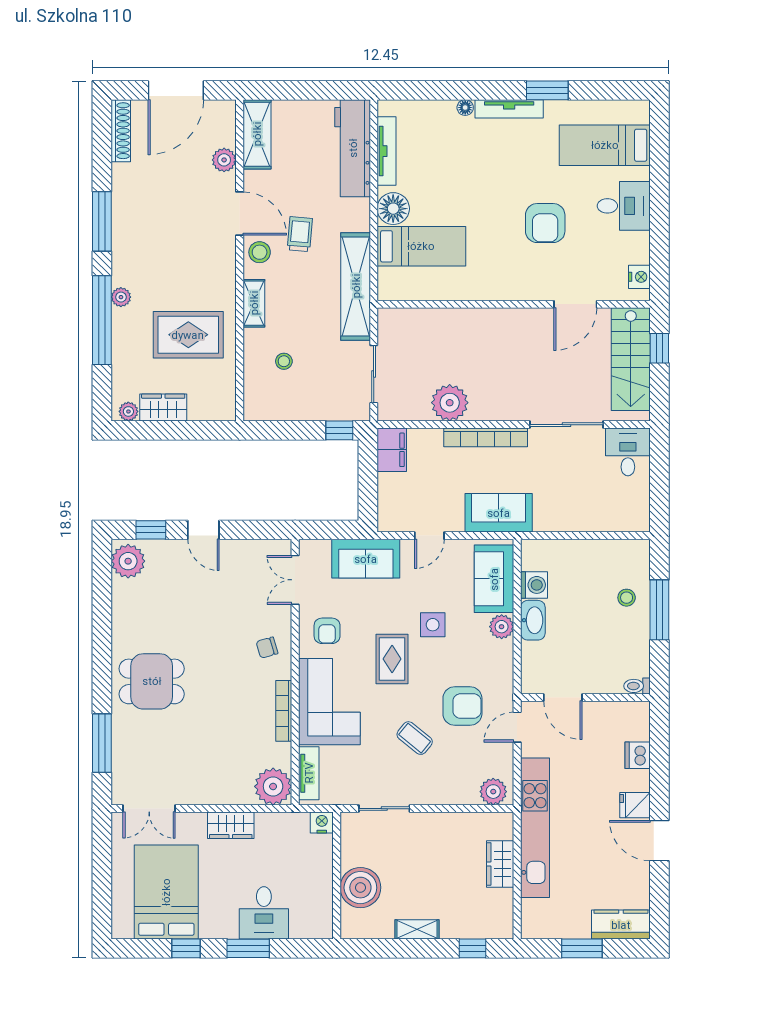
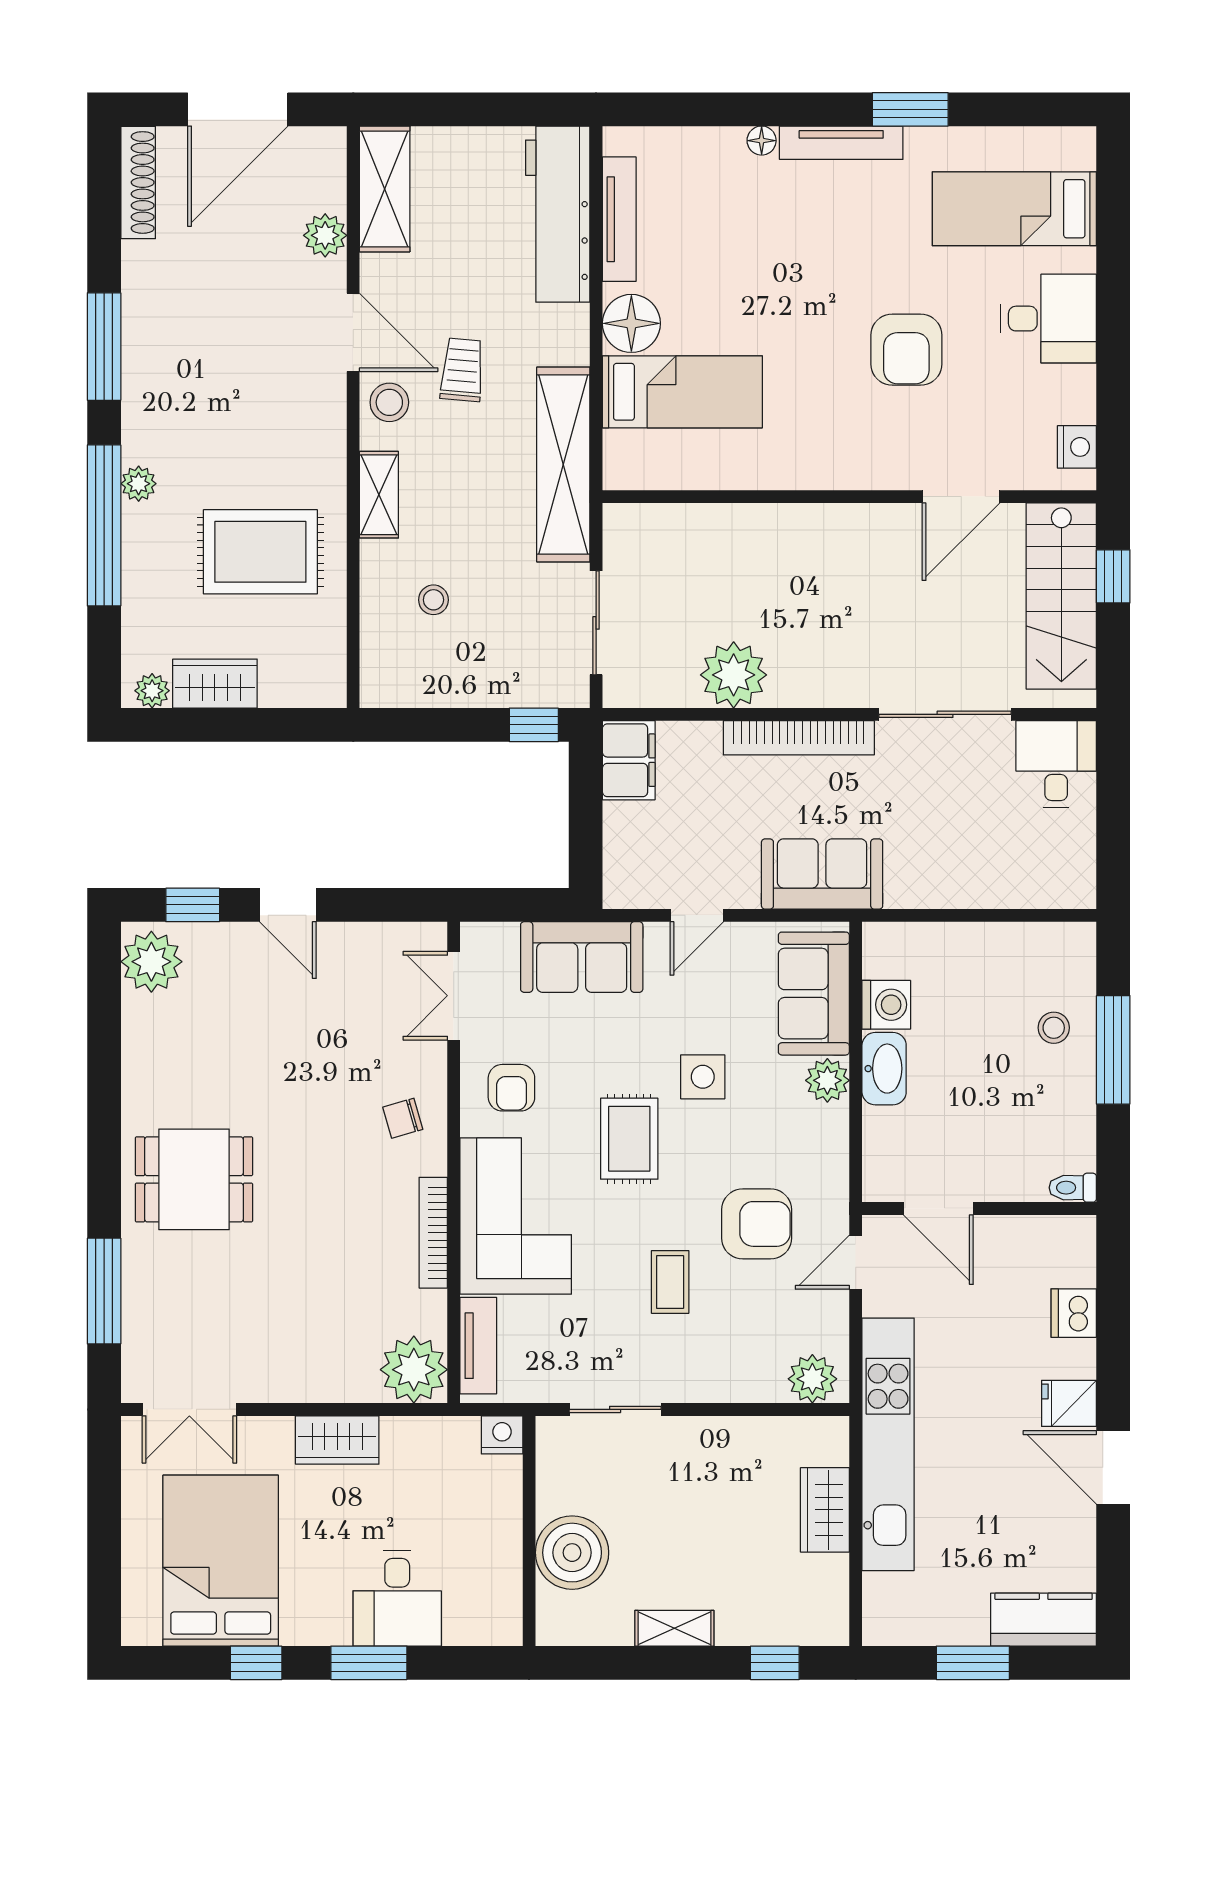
coffee table: (415, 738) -> (670, 1282), turned 51

